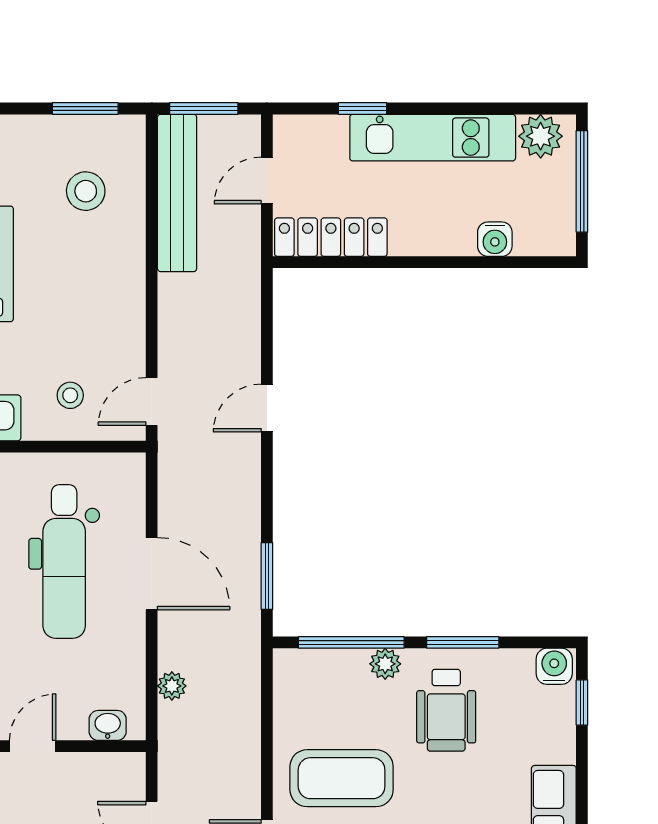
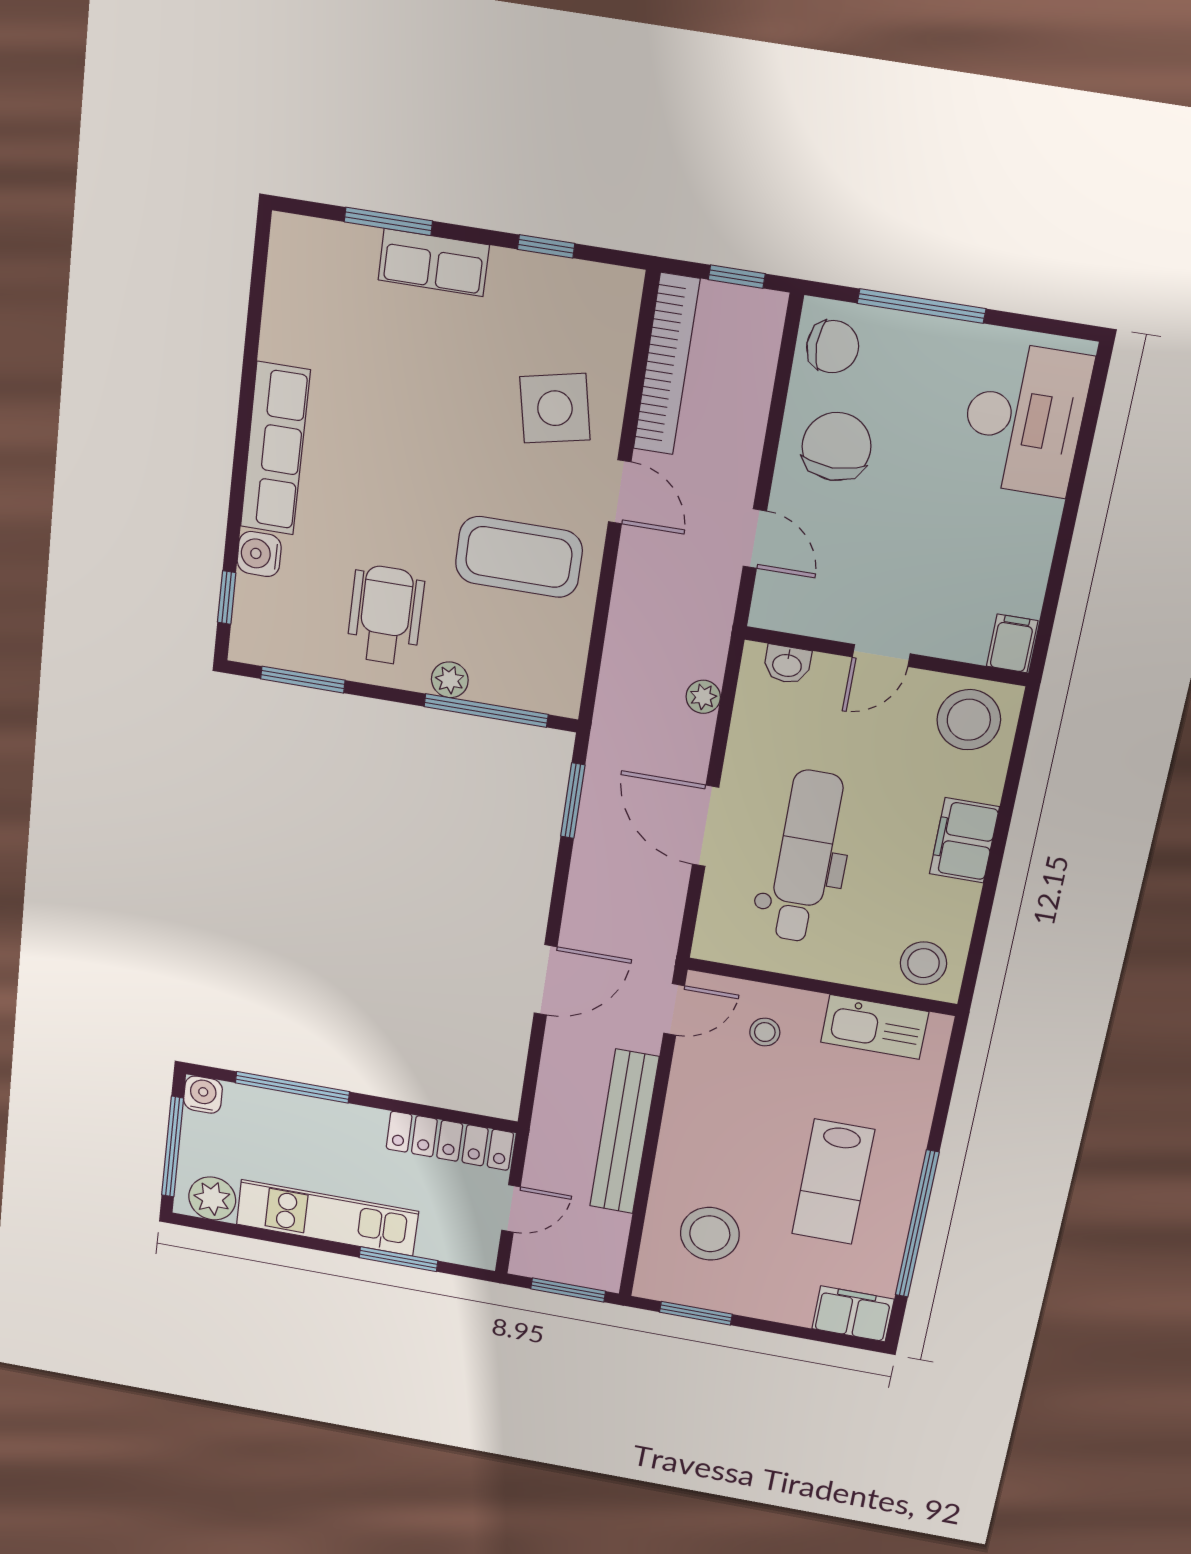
window: (362, 108) -> (398, 1259), width x1.50
stool: (86, 191) -> (710, 1234), width x1.38, depth x1.38
bench: (177, 193) -> (624, 1132), moved
water cooler: (495, 239) -> (203, 1095), moved
window: (479, 262) -> (292, 1087), added
door: (267, 408) -> (546, 980), width x1.38
window: (463, 642) -> (303, 680), moved
water cooler: (554, 666) -> (259, 554), moved, turned 90

